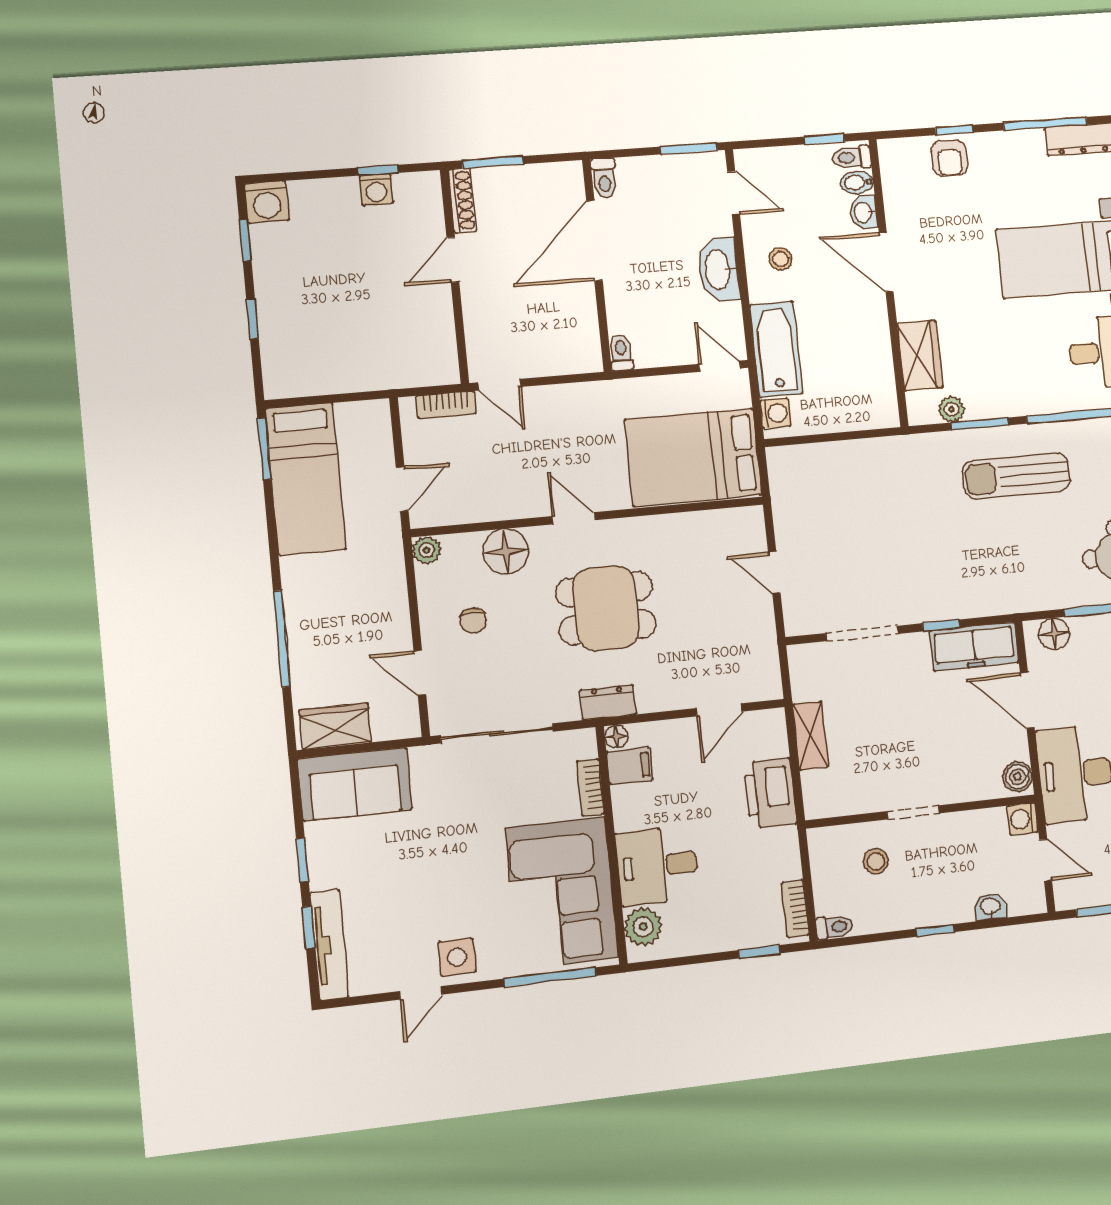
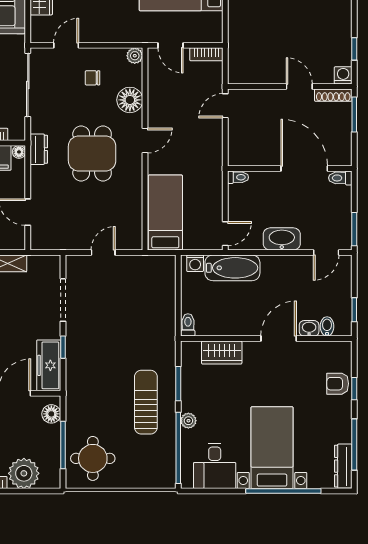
toilet: (852, 157) -> (188, 325), moved
washing machine: (376, 189) -> (343, 75), moved, turned 90
stool: (780, 259) -> (285, 276), removed
bookcase: (446, 405) -> (206, 54), moved, turned -90
plant: (951, 409) -> (188, 421), moved
bed: (693, 457) -> (165, 213), width x0.67

